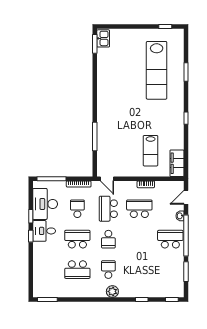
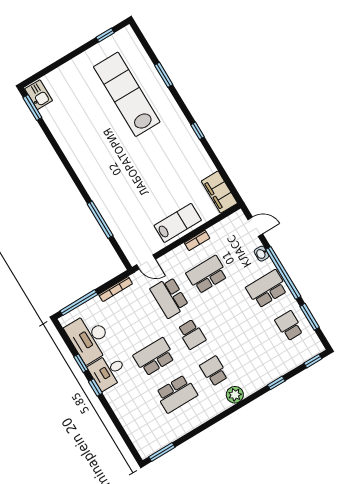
lab bench: (157, 70) -> (127, 94), turned 180
lab bench: (151, 151) -> (178, 223), moved, turned -90
door: (186, 197) -> (255, 227), swing flipped
school desk: (77, 209) -> (289, 326), moved

